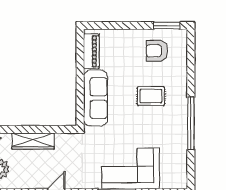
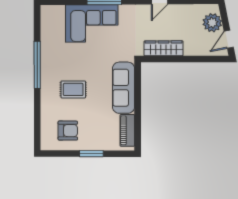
window: (167, 26) -> (91, 154), moved
wardrobe: (33, 141) -> (163, 48), moved

